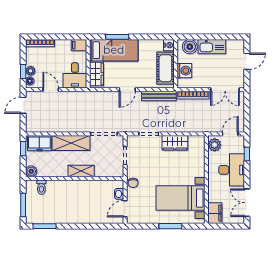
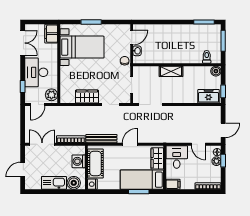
shelving: (71, 143) -> (180, 96), removed

